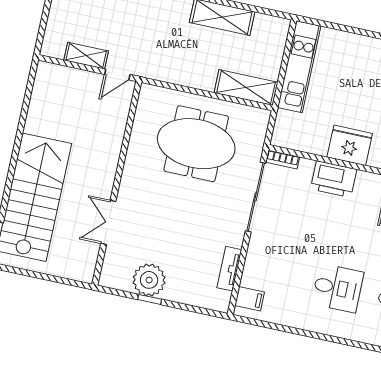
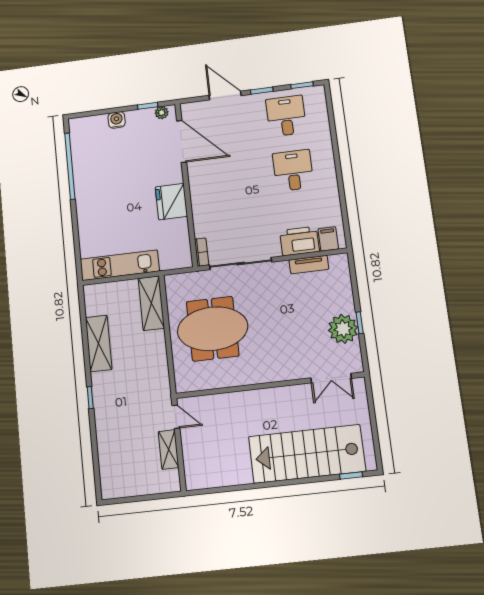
meeting table: (196, 144) -> (213, 329), turned 90
printer: (334, 179) -> (299, 241), moved, turned -90
double door: (108, 222) -> (331, 378), moved

